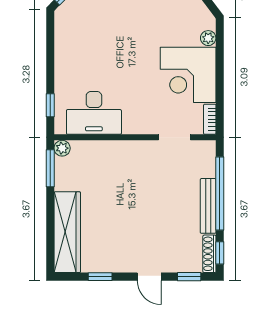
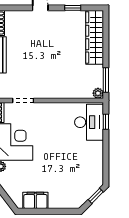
desk: (94, 113) -> (89, 122), moved, turned 90
window: (189, 277) -> (13, 8), removed

